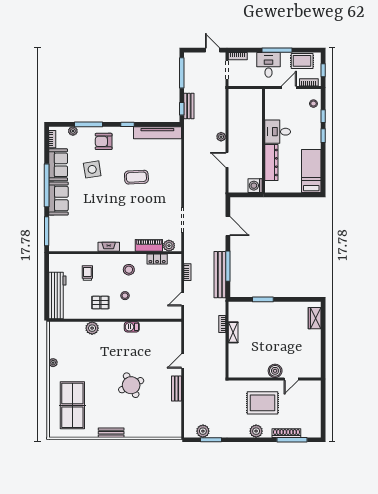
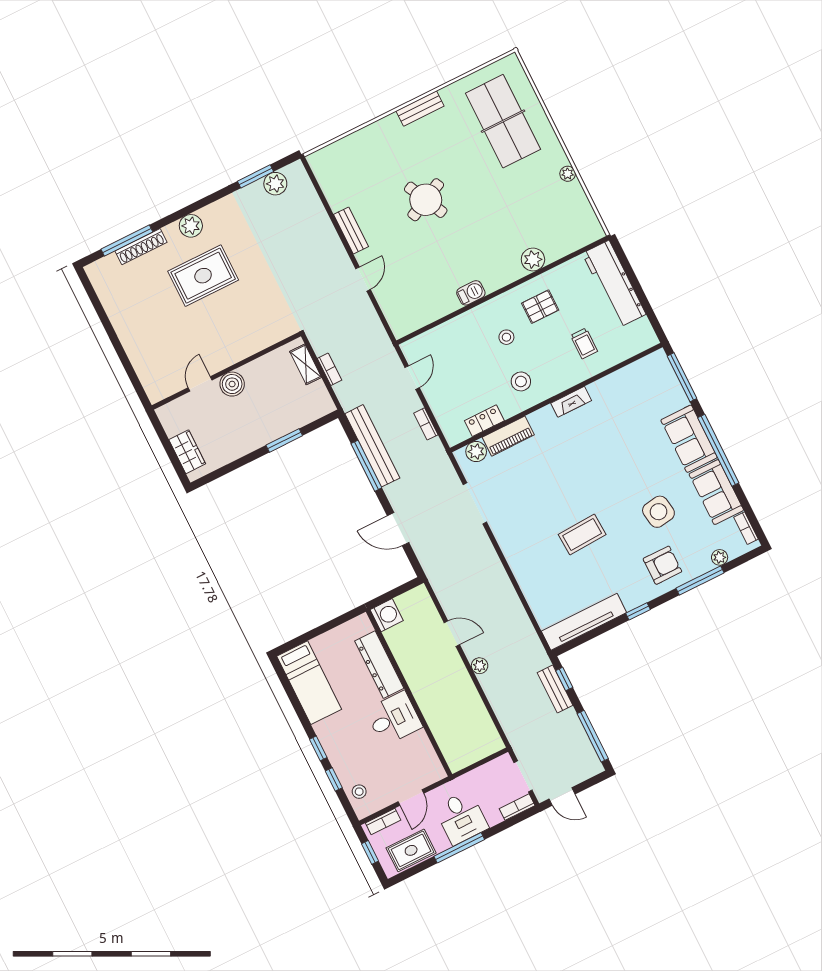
boiler: (275, 371) -> (232, 384), moved
wall: (275, 379) -> (226, 371), moved
door: (291, 379) -> (200, 384), moved

